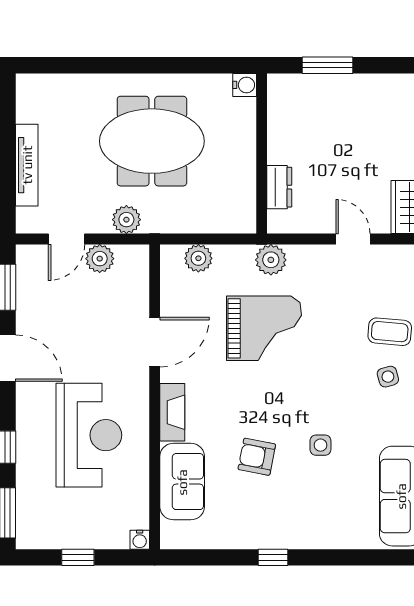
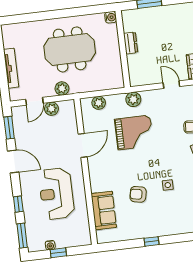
dresser: (279, 187) -> (131, 43), moved
fireplace: (172, 412) -> (95, 178), removed
reception desk: (89, 435) -> (56, 194), turned 180
water cooler: (140, 540) -> (50, 245), moved

